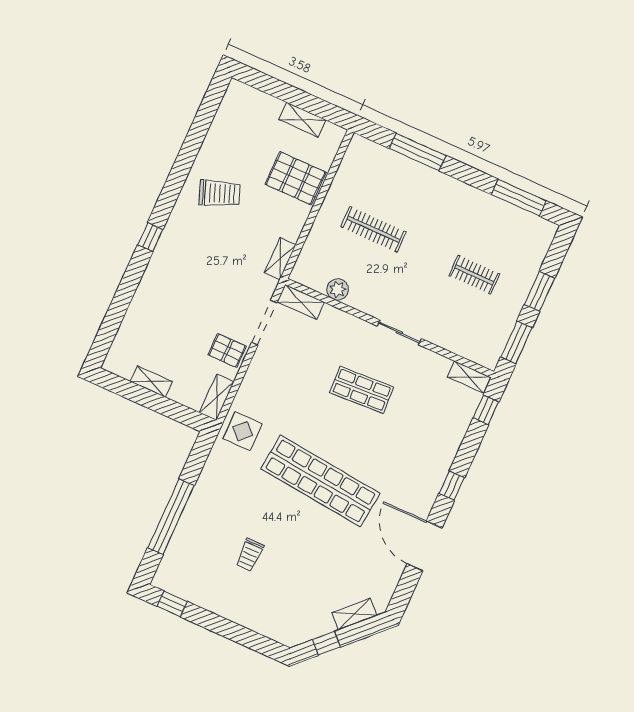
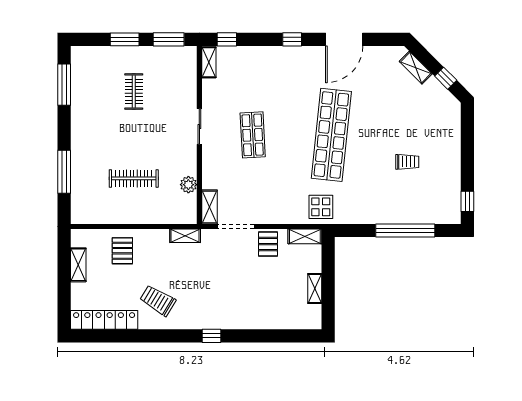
locker: (225, 121) -> (104, 320), added
pallet: (296, 178) -> (122, 251), width x0.67, depth x0.71
trolley: (220, 193) -> (158, 300), turned -38
clothes rail: (373, 229) -> (134, 178), turned 90

